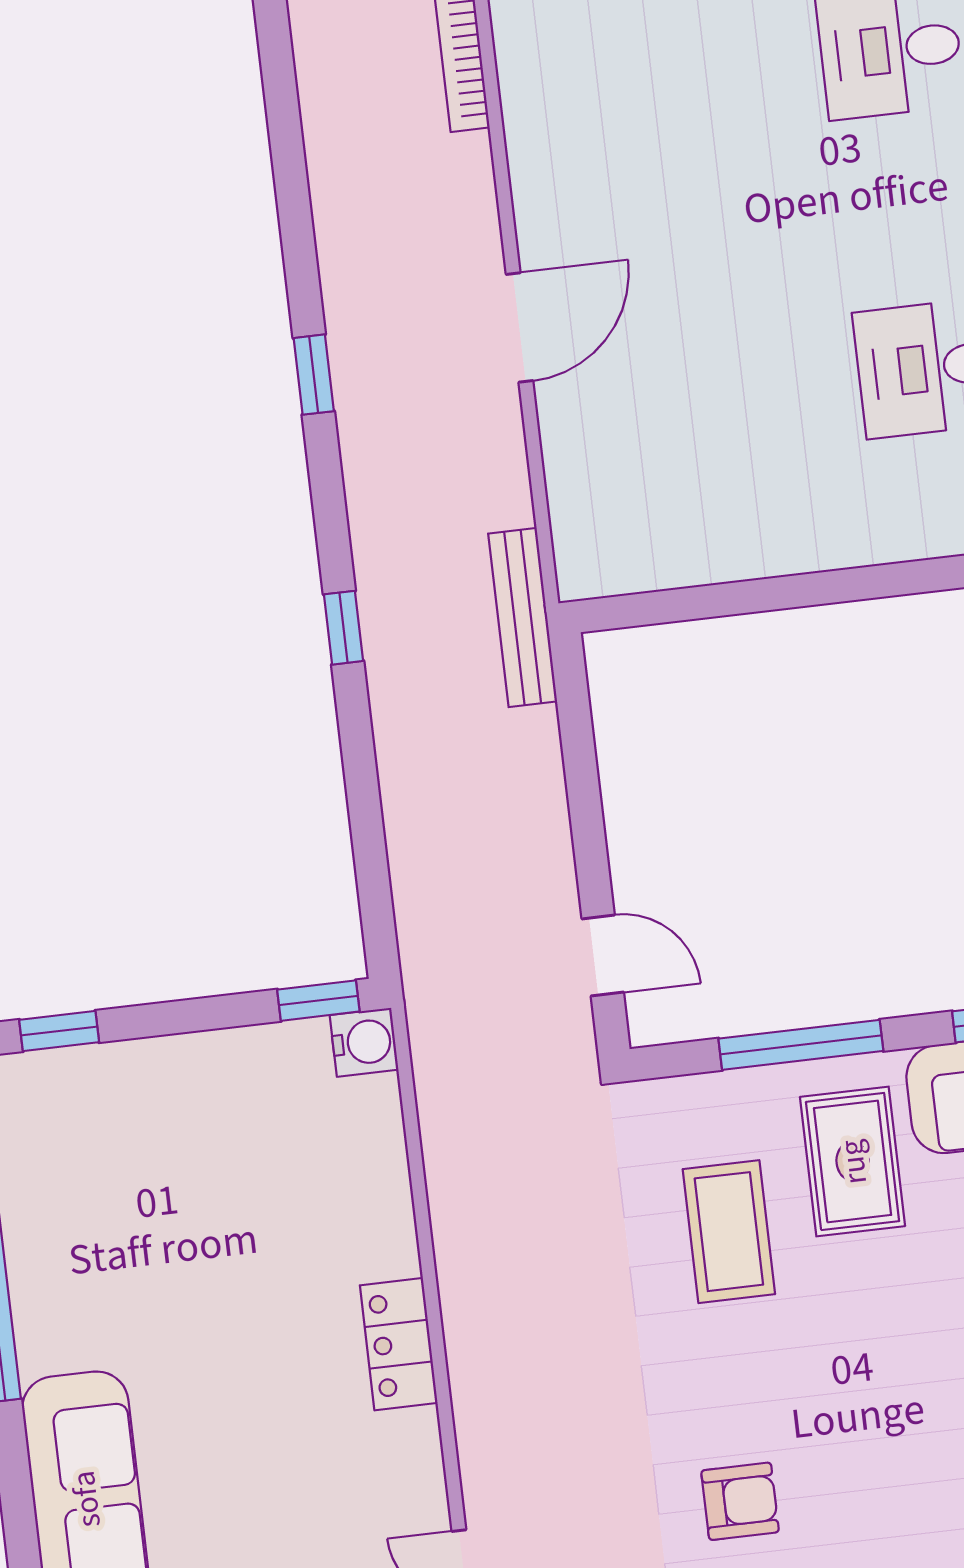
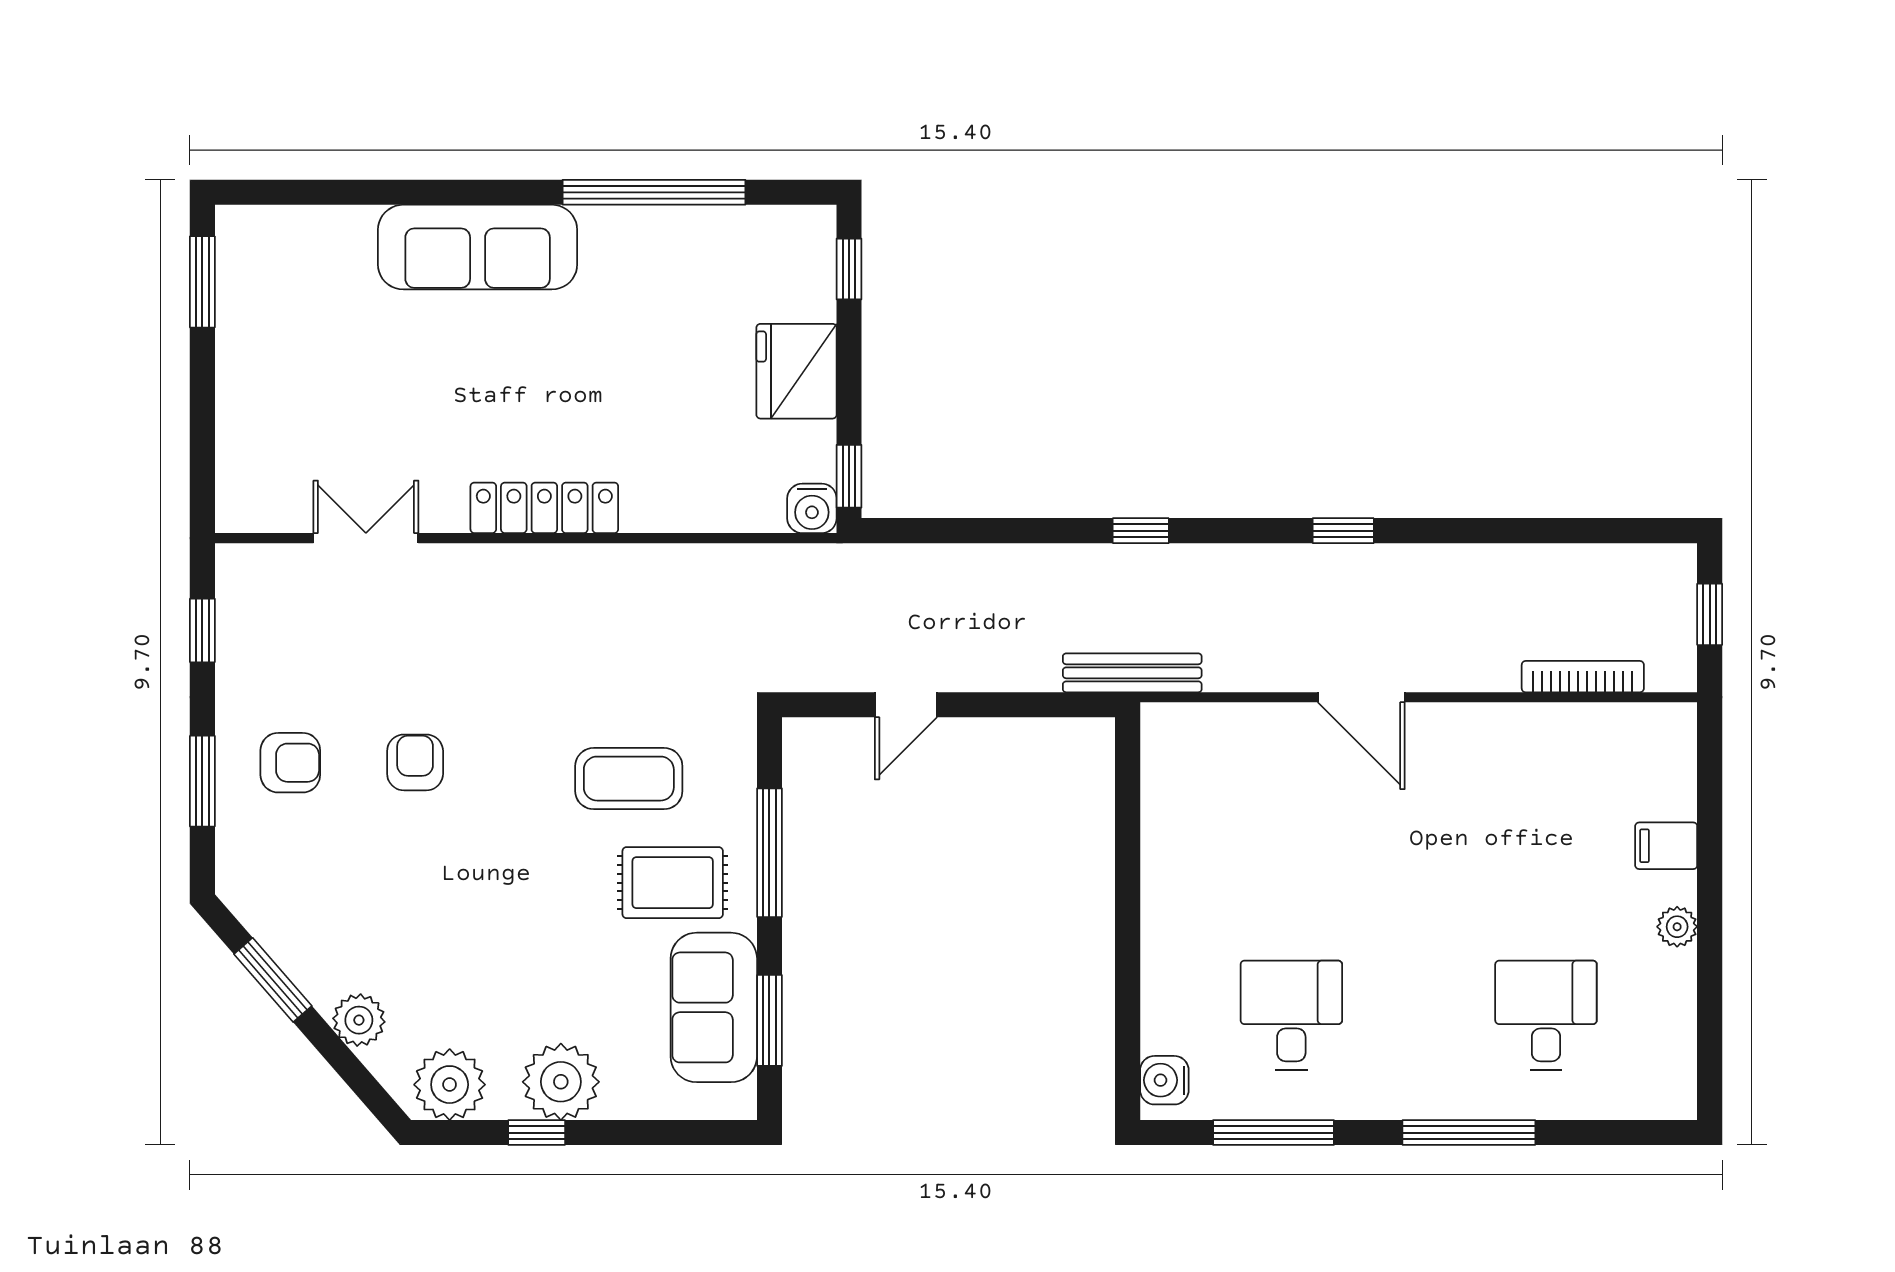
door: (603, 955) -> (906, 705), moved
fridge: (195, 1082) -> (797, 371), added
locker: (399, 1344) -> (544, 508), width x1.53
armchair: (740, 1501) -> (415, 762), turned 180

